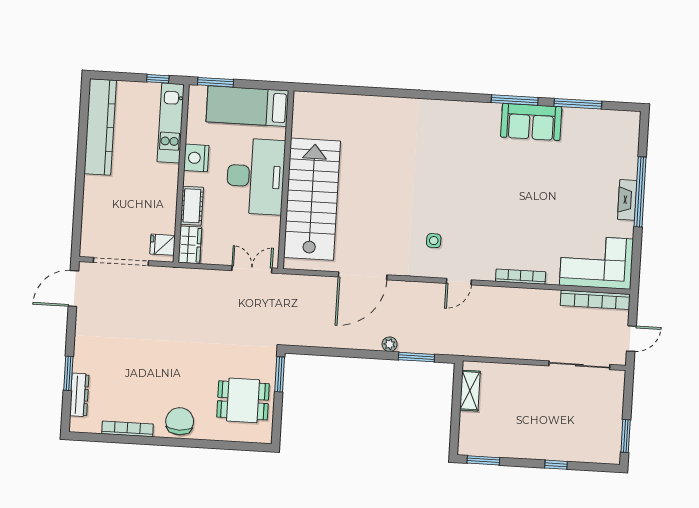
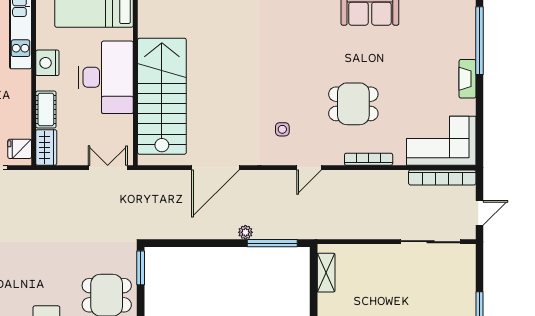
window: (640, 192) -> (479, 41), moved
dining table: (508, 219) -> (353, 104), added
window: (416, 357) -> (272, 243), width x1.44

